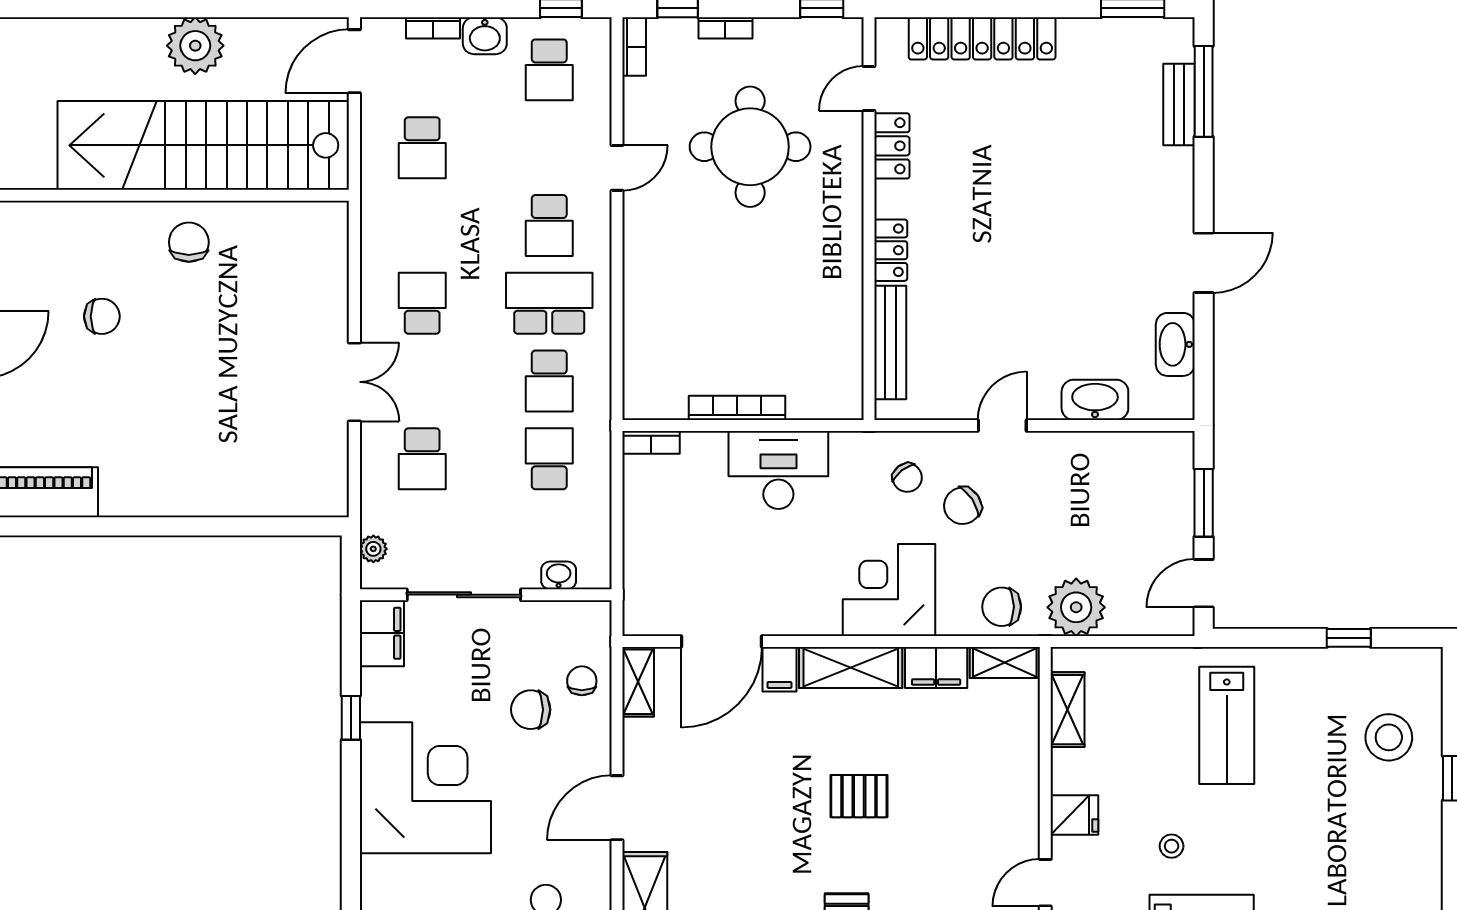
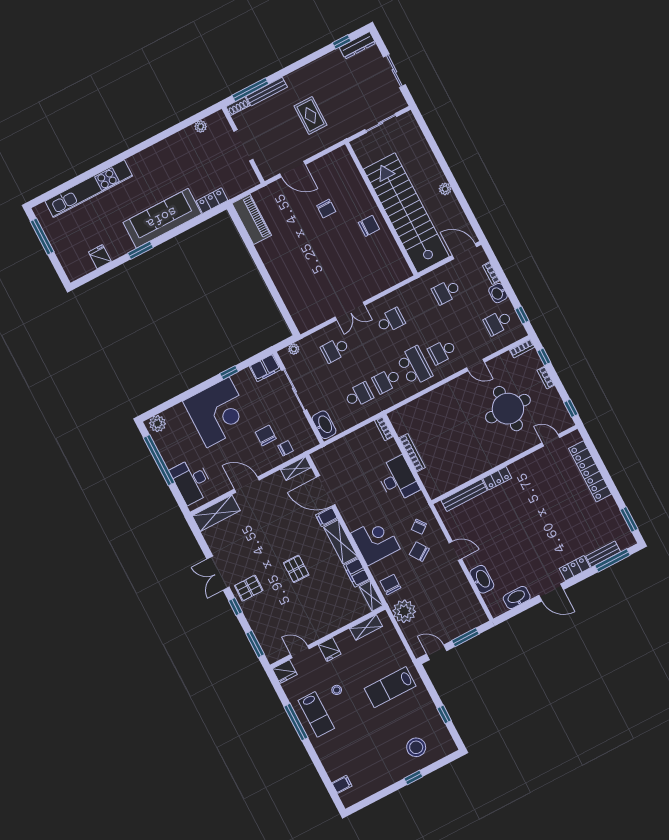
plant: (195, 46) -> (445, 189), width x0.53, depth x0.53
locker: (892, 146) -> (575, 568), moved, turned 180
washbasin: (559, 575) -> (324, 425), width x1.91, depth x1.45

